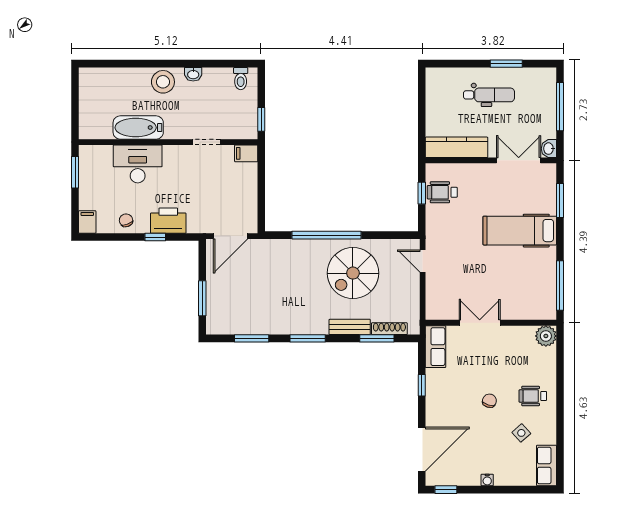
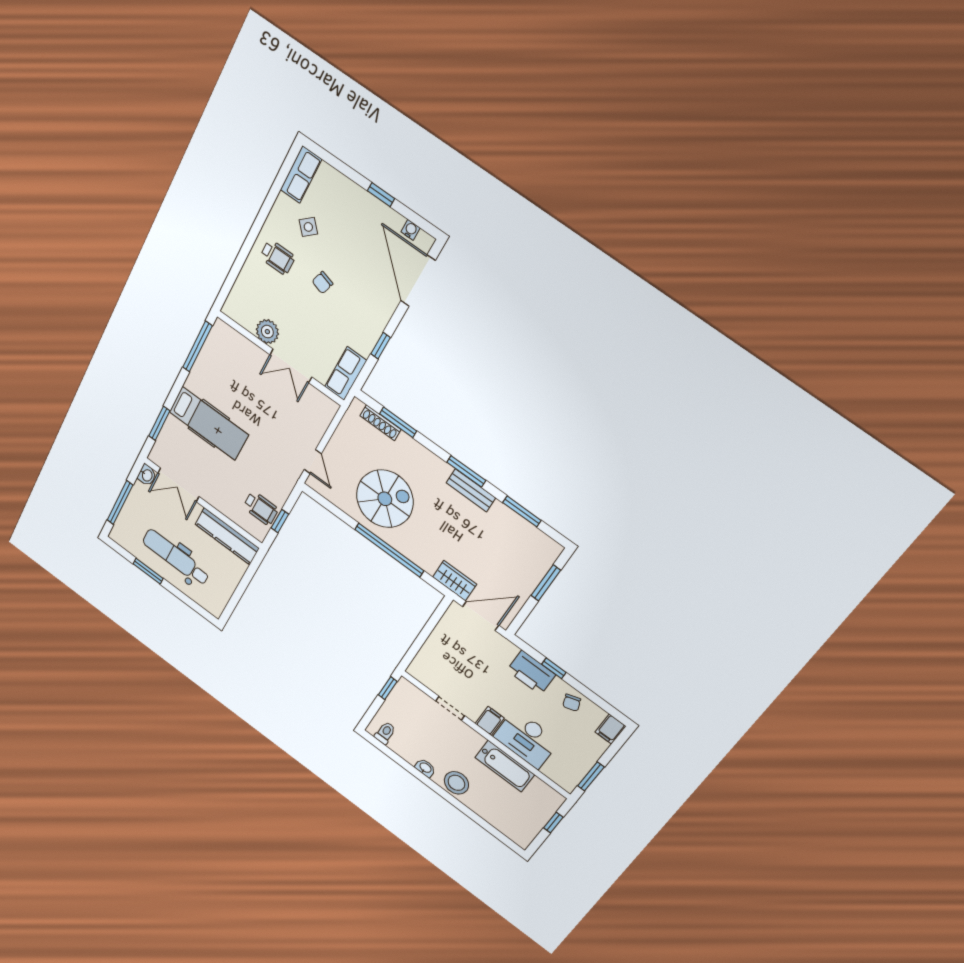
dental chair: (489, 95) -> (176, 558), width x1.36, depth x1.38
window: (75, 110) -> (553, 822), added
filing cabinet: (246, 153) -> (490, 721), moved, turned -90
wardrobe: (265, 249) -> (455, 581), added
bench: (350, 327) -> (471, 490), moved
plant: (546, 336) -> (267, 332), moved
door: (422, 449) -> (418, 281), hinge flipped
water cooler: (487, 480) -> (411, 230), moved
window: (446, 490) -> (381, 195), moved

